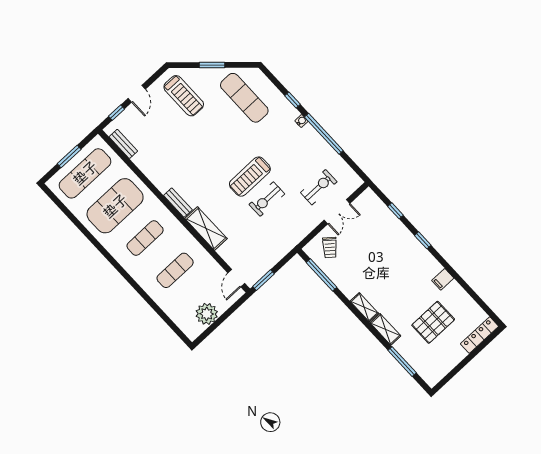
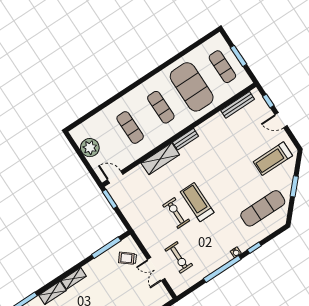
bench: (123, 144) -> (238, 105), width x1.36
exercise mat: (85, 173) -> (222, 67), width x0.73, depth x0.69

